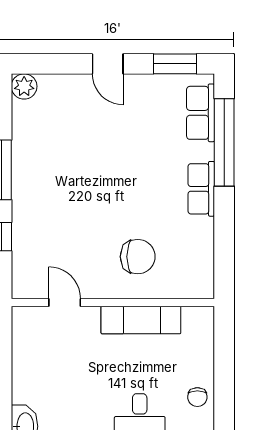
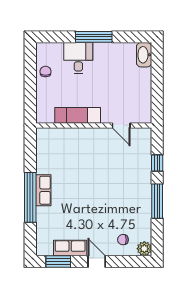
row of seats: (201, 113) -> (70, 248), moved, turned -90
window: (224, 142) -> (30, 197), moved
chair: (138, 257) -> (123, 240), moved, width x0.54, depth x0.54

